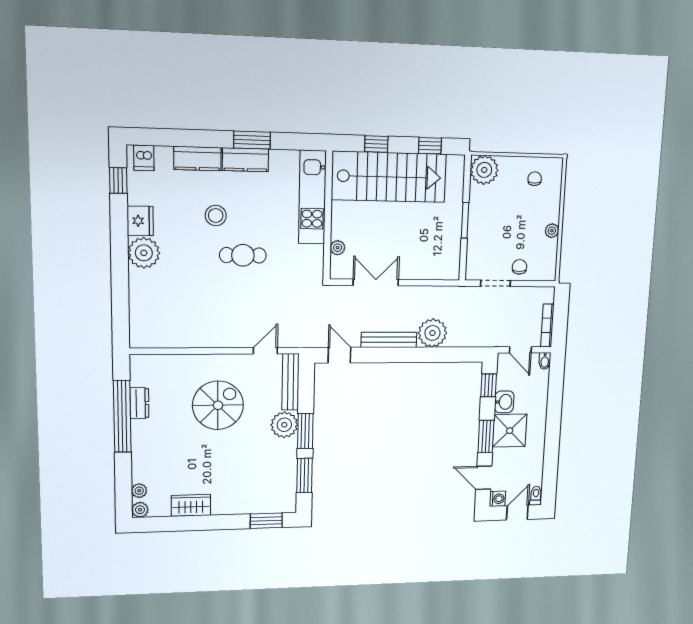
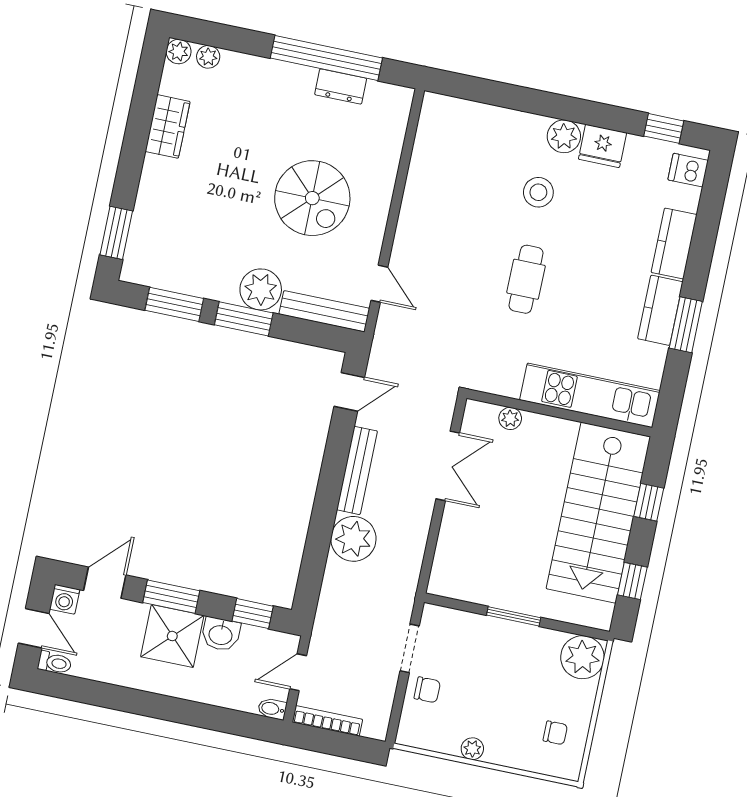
stool: (216, 216) -> (538, 192), moved
plant: (144, 253) -> (564, 136), width x0.73, depth x0.73

